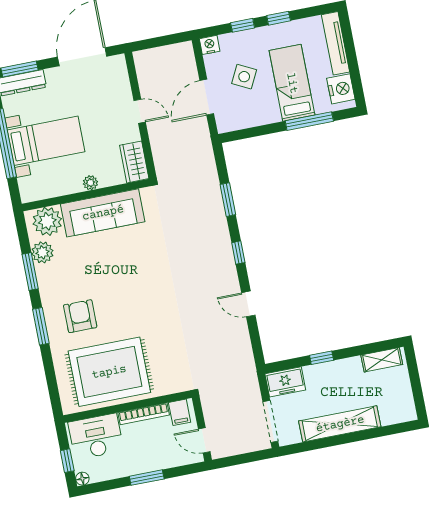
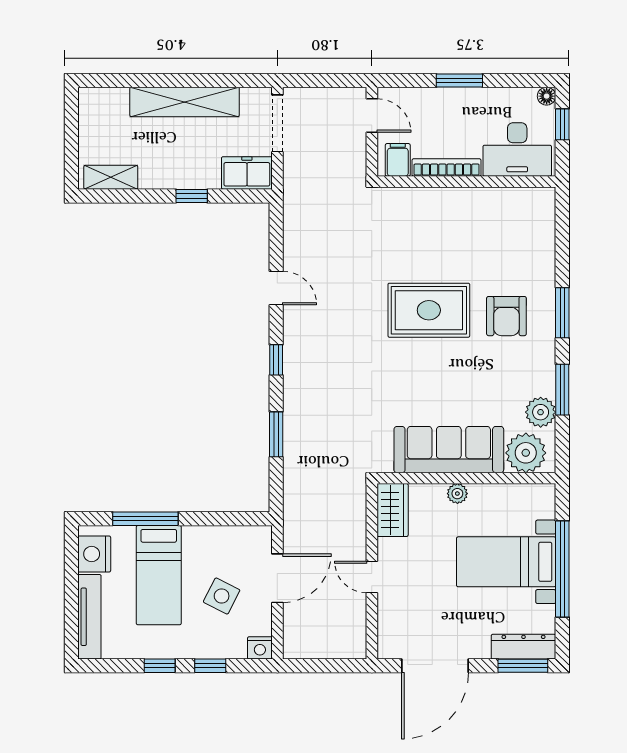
rug: (109, 372) -> (429, 310), moved, width x0.73, depth x0.69

